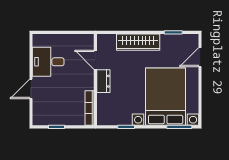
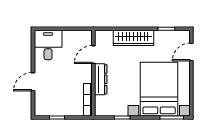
door: (95, 60) -> (93, 55), hinge flipped
desk: (48, 62) -> (48, 45), moved, turned 90
dresser: (103, 81) -> (101, 79), width x1.44

